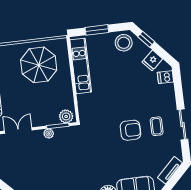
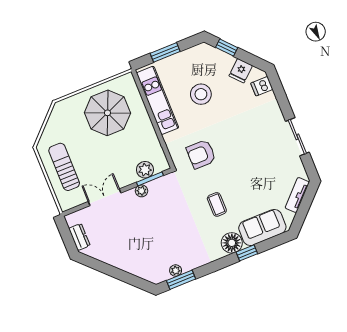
stool: (124, 43) -> (201, 94), moved
plant: (66, 116) -> (145, 170), moved
coffee table: (157, 126) -> (217, 204), moved
armchair: (130, 130) -> (201, 154), moved, turned 180

